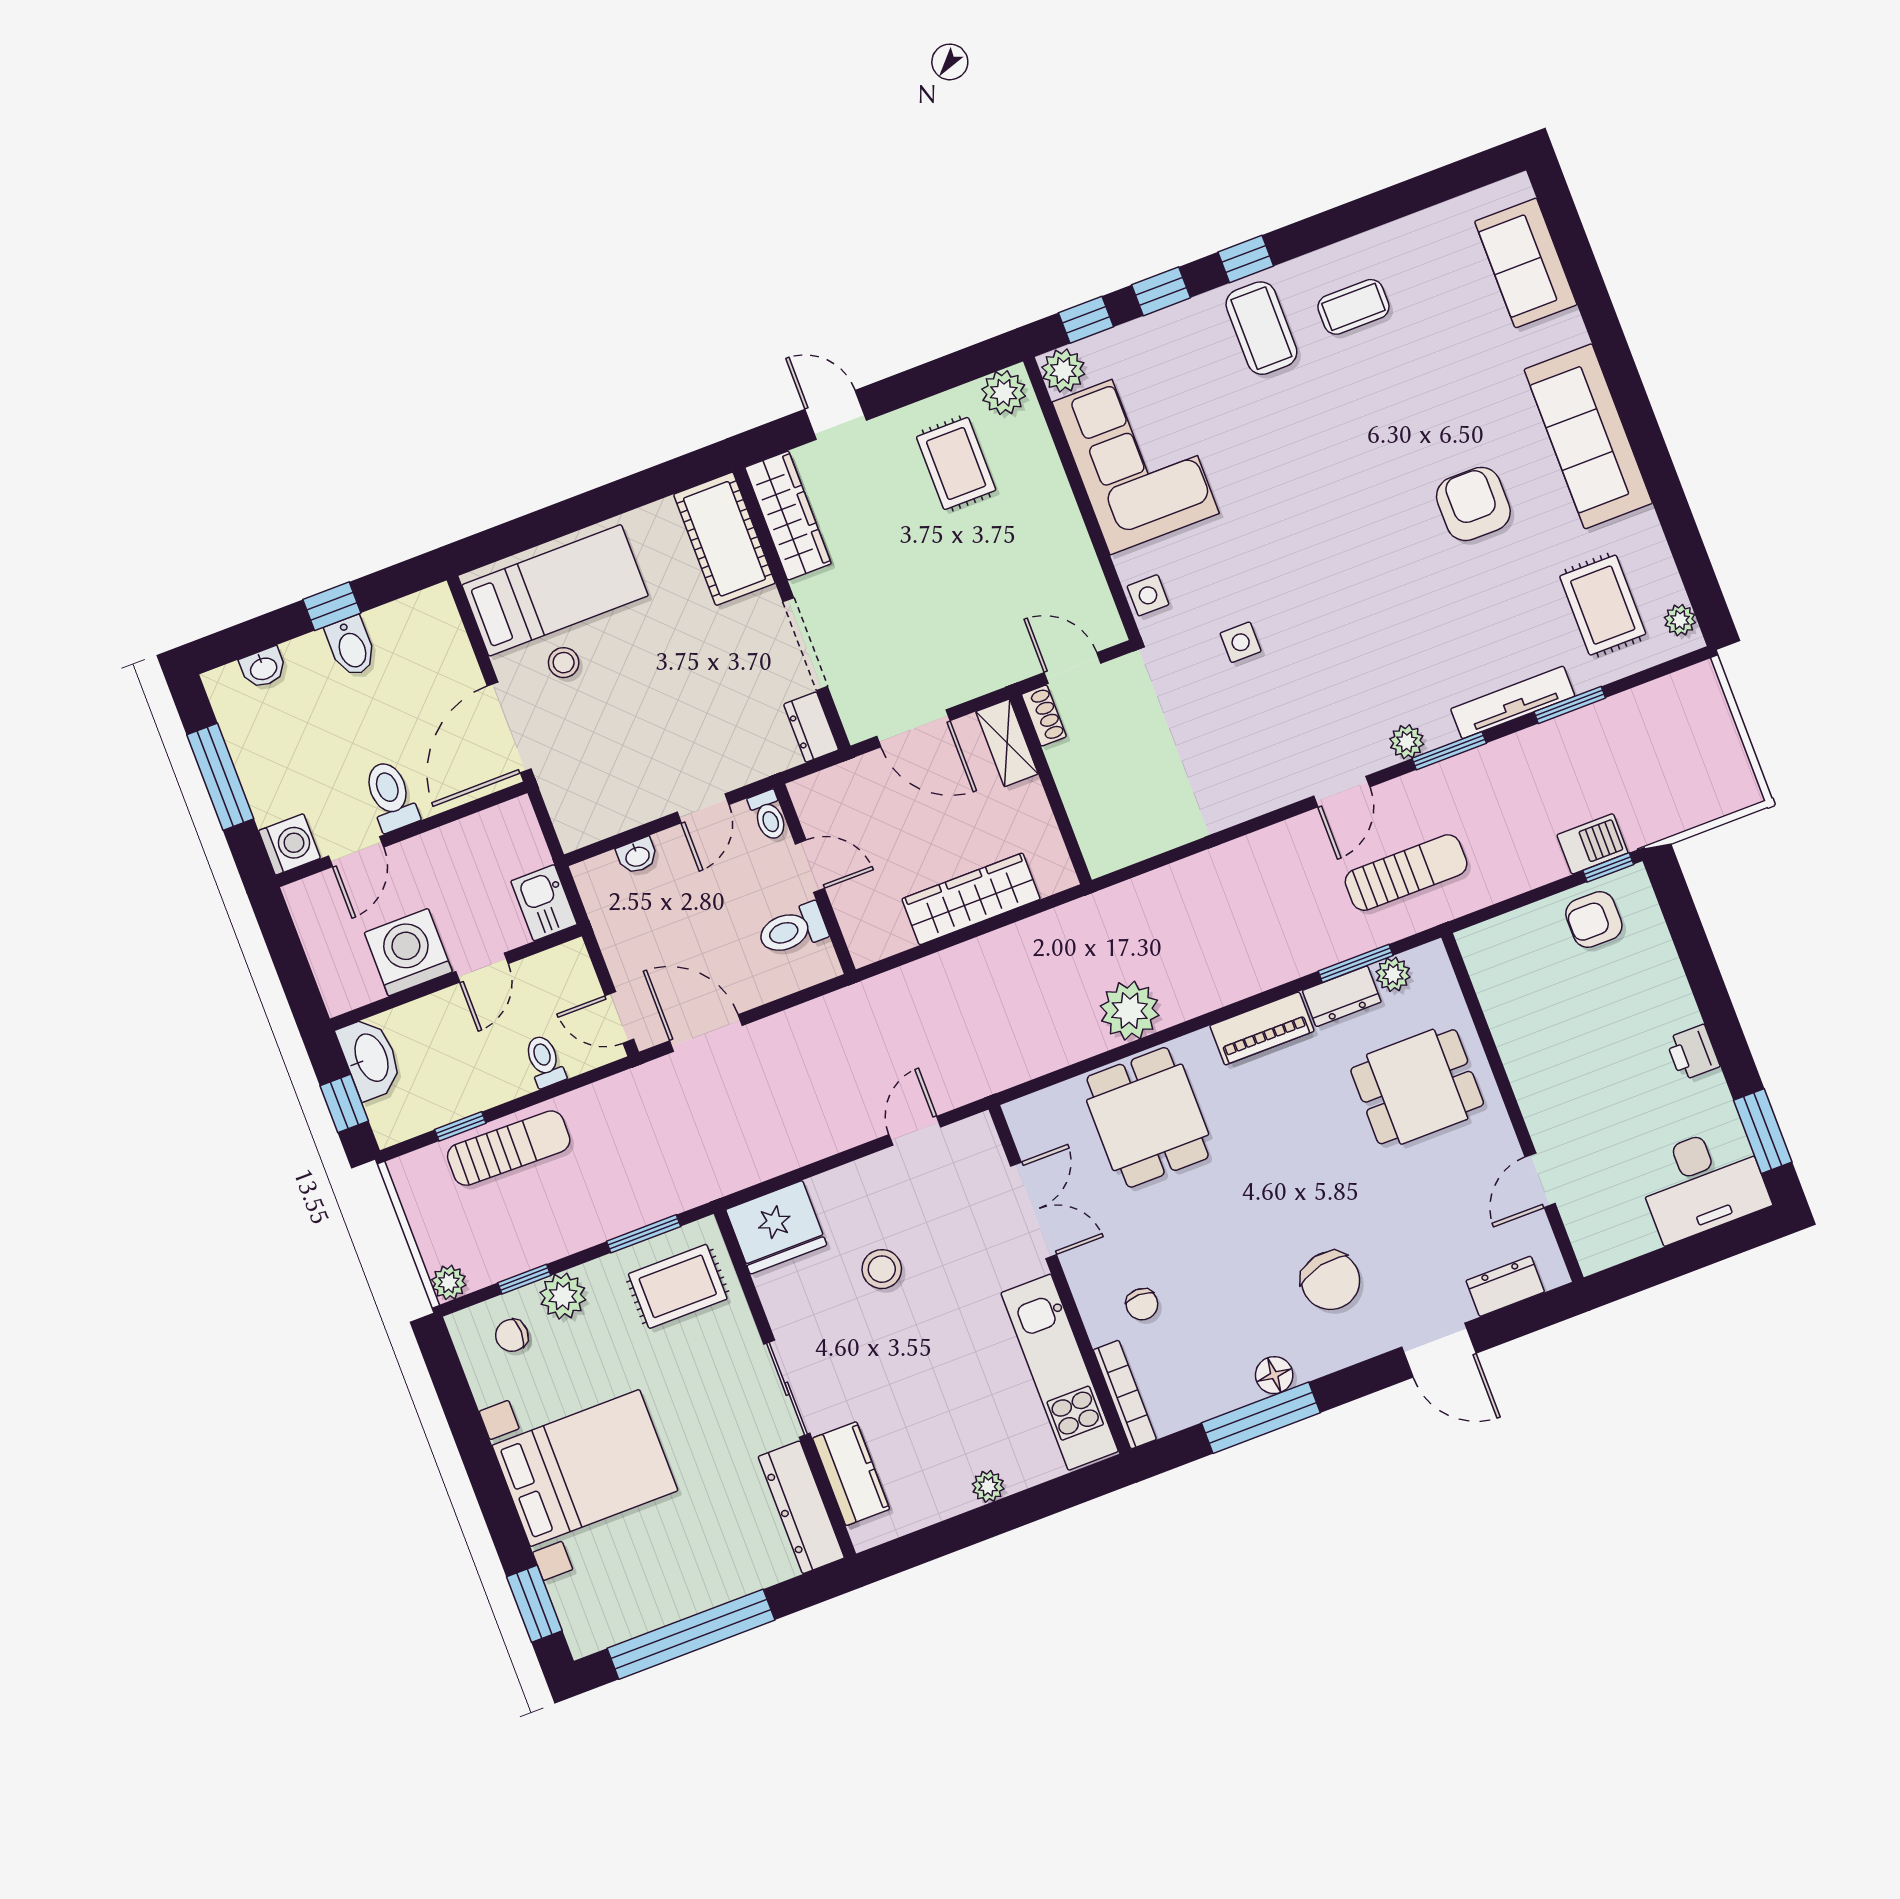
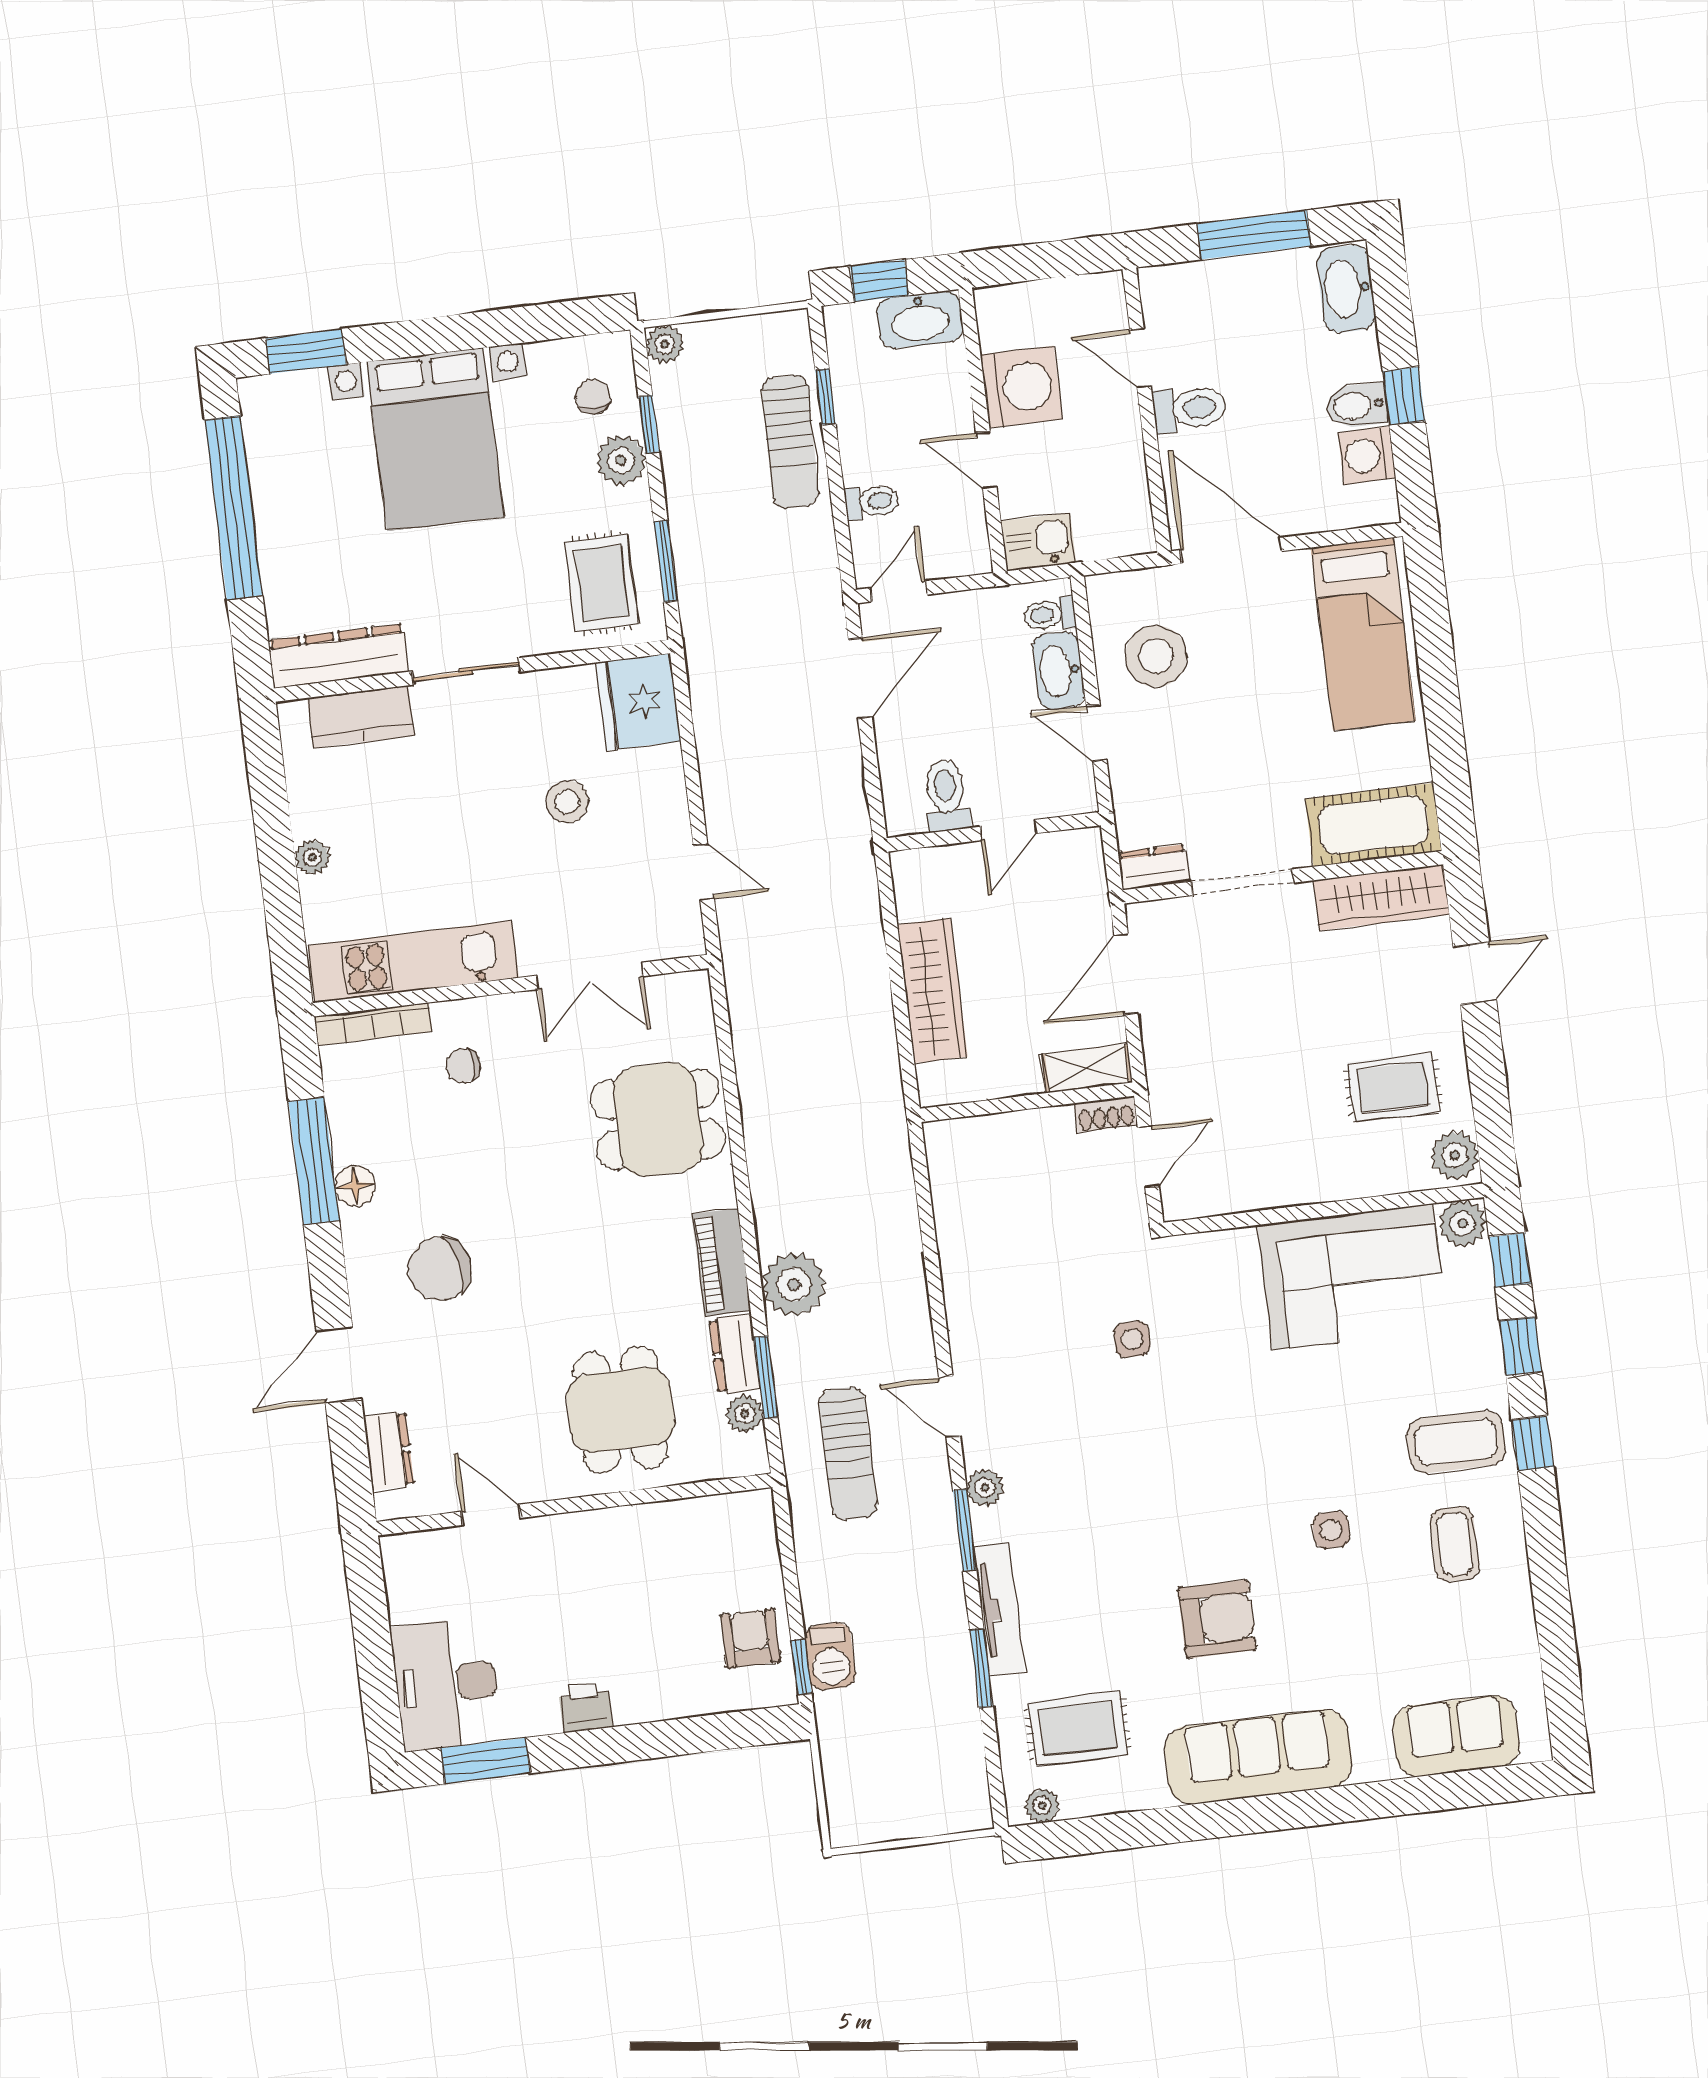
side table: (1148, 595) -> (1331, 1530), moved
stool: (564, 663) -> (1156, 656), moved, width x1.89, depth x1.89
washbasin: (263, 668) -> (1346, 289), width x1.91, depth x1.45
toilet: (768, 815) -> (1049, 614), moved
washing machine: (289, 844) -> (1367, 455), moved, turned 90
washbasin: (637, 856) -> (1059, 671), width x1.91, depth x1.45
plant: (1130, 1011) -> (794, 1285), moved

